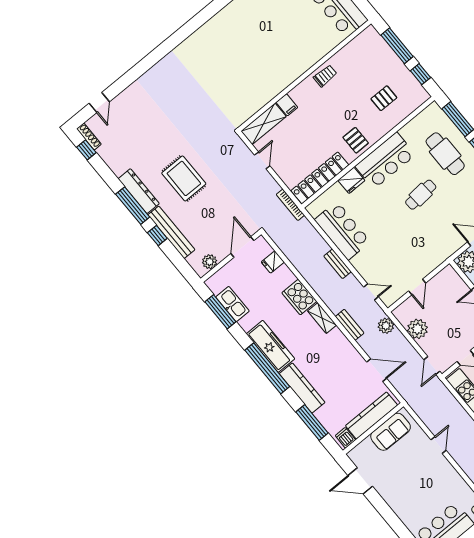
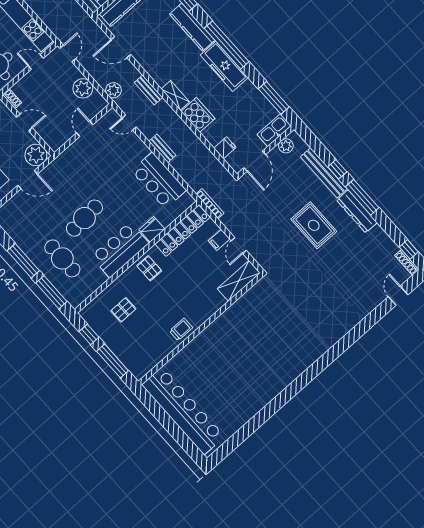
trolley: (325, 76) -> (181, 329), turned 180
filing cabinet: (287, 105) -> (219, 240), moved, turned -90
cafe table: (421, 195) -> (84, 218), width x1.37, depth x1.35
kitchen sink: (232, 304) -> (274, 130), moved, turned 90

